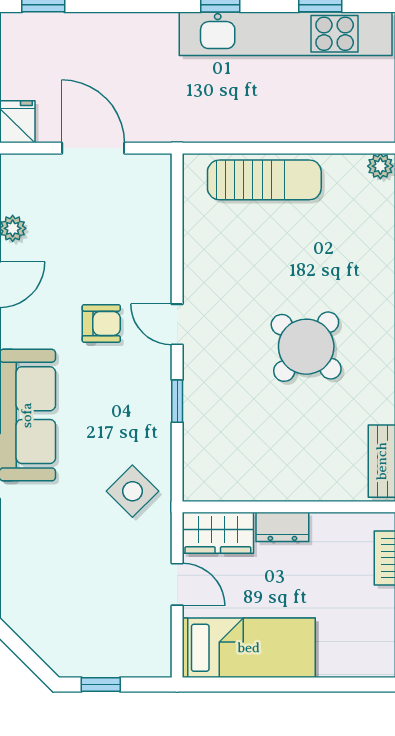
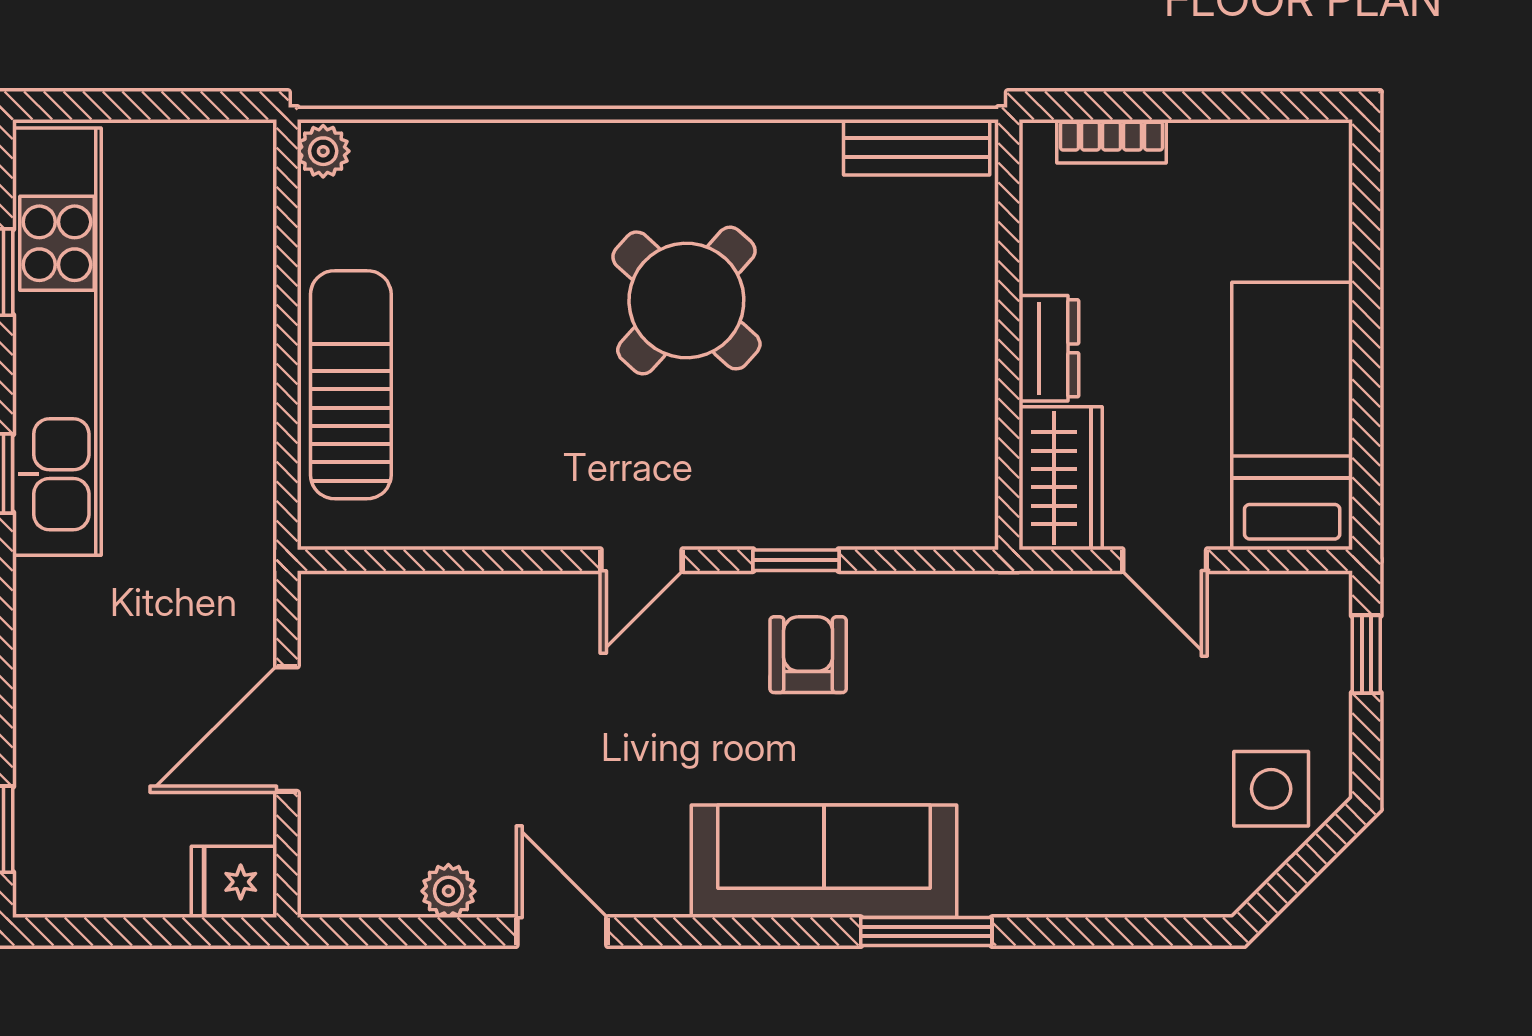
armchair: (101, 323) -> (808, 655), moved
side table: (132, 491) -> (1271, 789), moved, turned 45
door: (177, 584) -> (1165, 560), swing flipped
window: (101, 685) -> (1366, 654), moved

